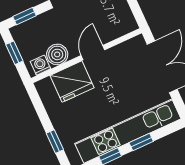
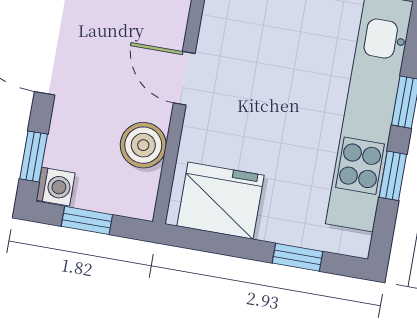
washing machine: (40, 65) -> (56, 187), moved, turned 180
fridge: (72, 82) -> (220, 201), moved, turned -90

